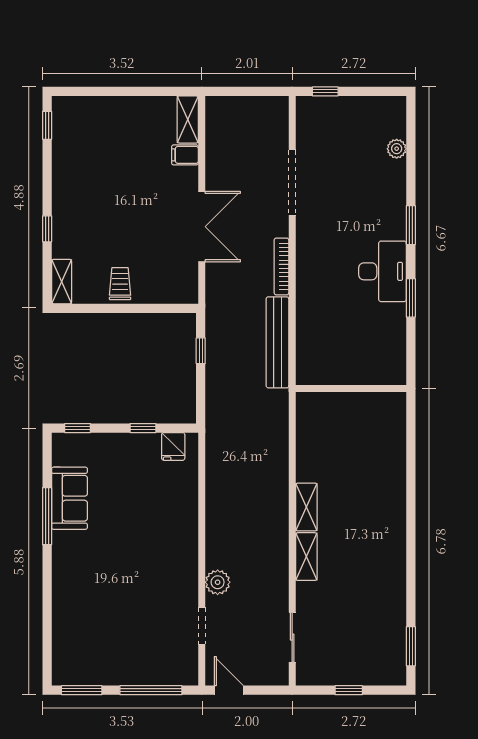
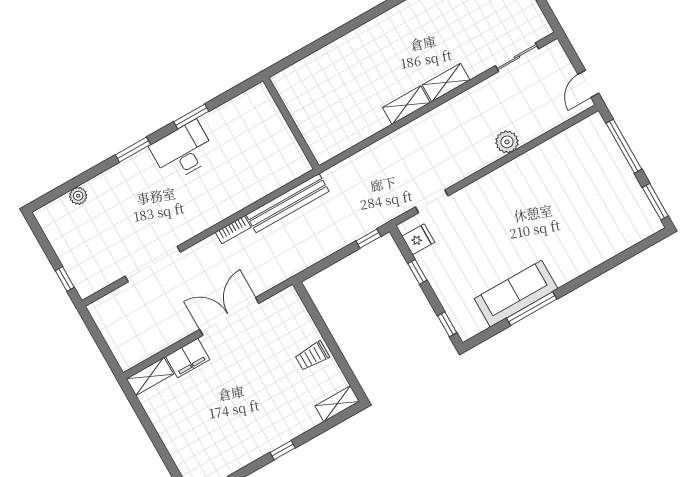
filing cabinet: (185, 155) -> (188, 358), width x2.00
window: (47, 229) -> (283, 450), moved
bookcase: (281, 266) -> (233, 230), width x0.64
window: (201, 351) -> (368, 239), moved
sofa: (69, 498) -> (516, 294), width x1.36
doorway: (202, 626) -> (432, 201), moved

